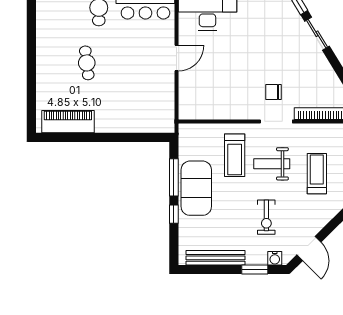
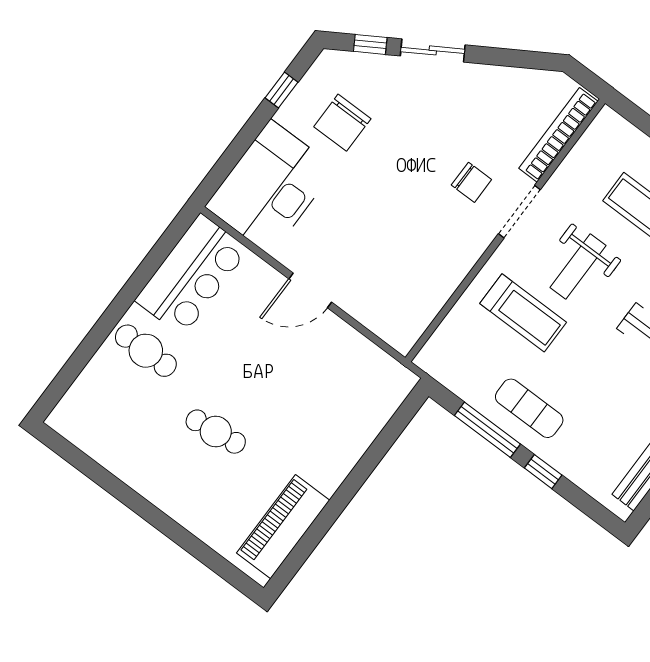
chair: (258, 18) -> (342, 123), added
door: (176, 58) -> (310, 290), swing flipped
chair: (274, 92) -> (471, 182), turned -90
exercise mat: (196, 188) -> (529, 408), width x0.50, depth x0.69

